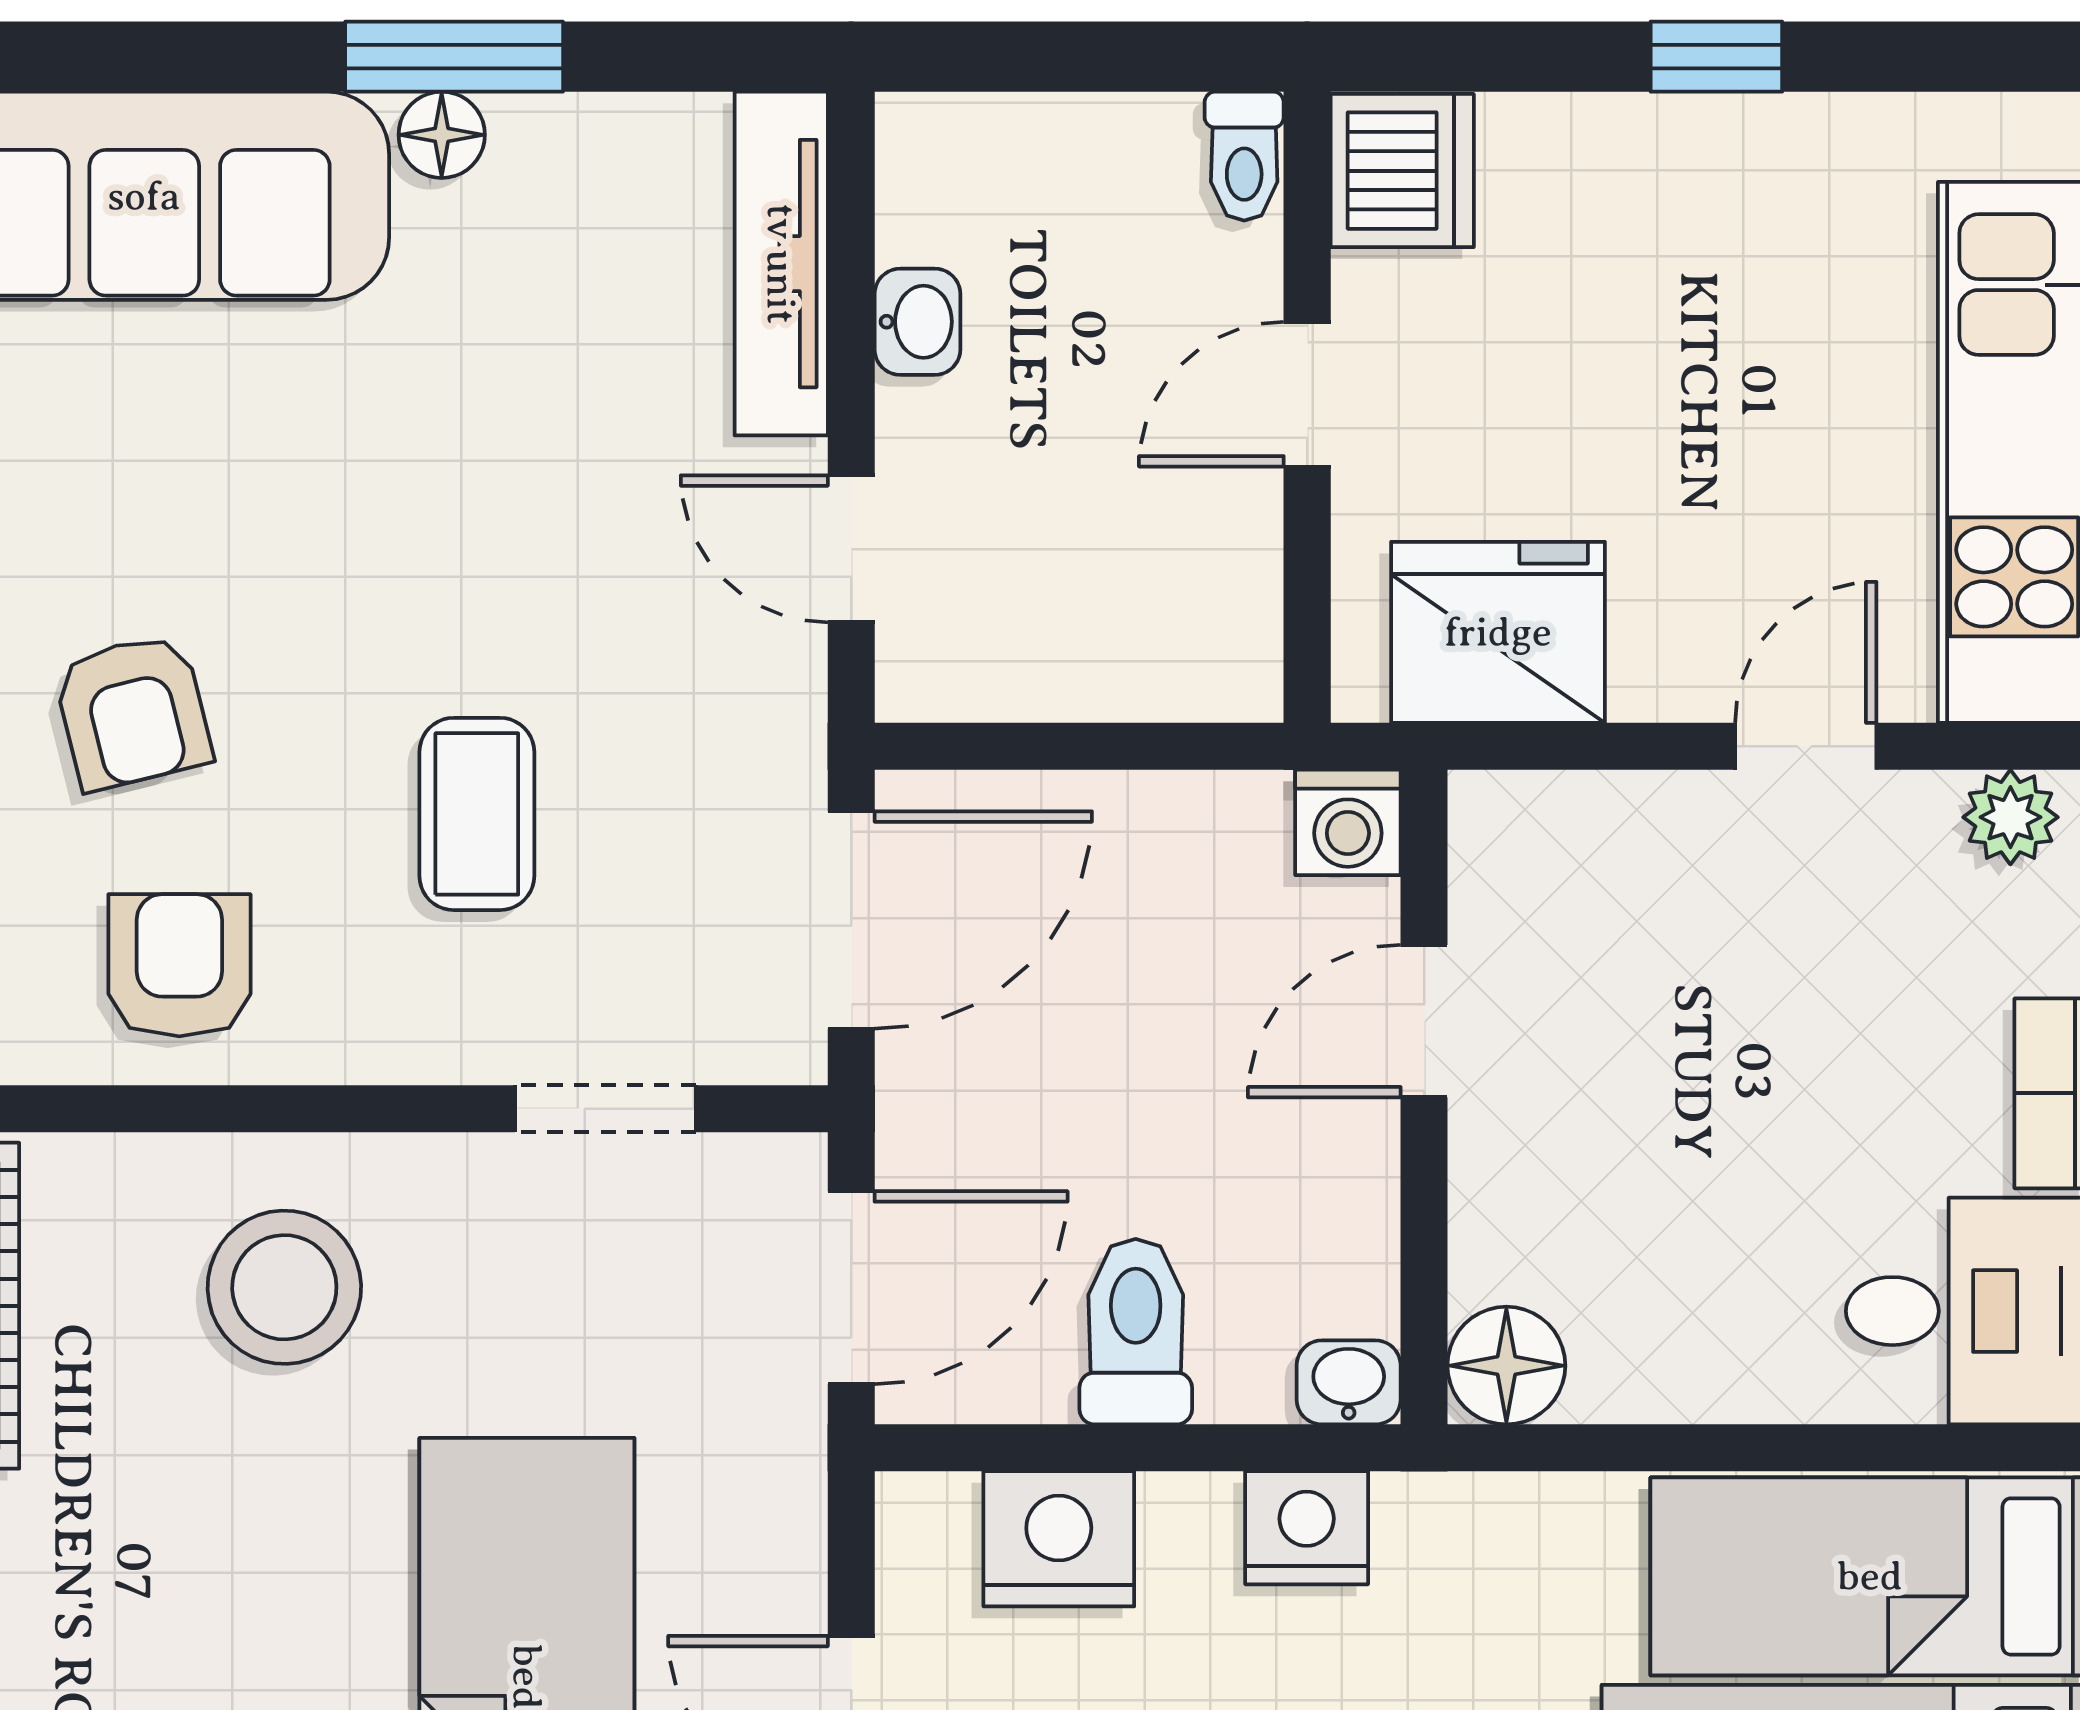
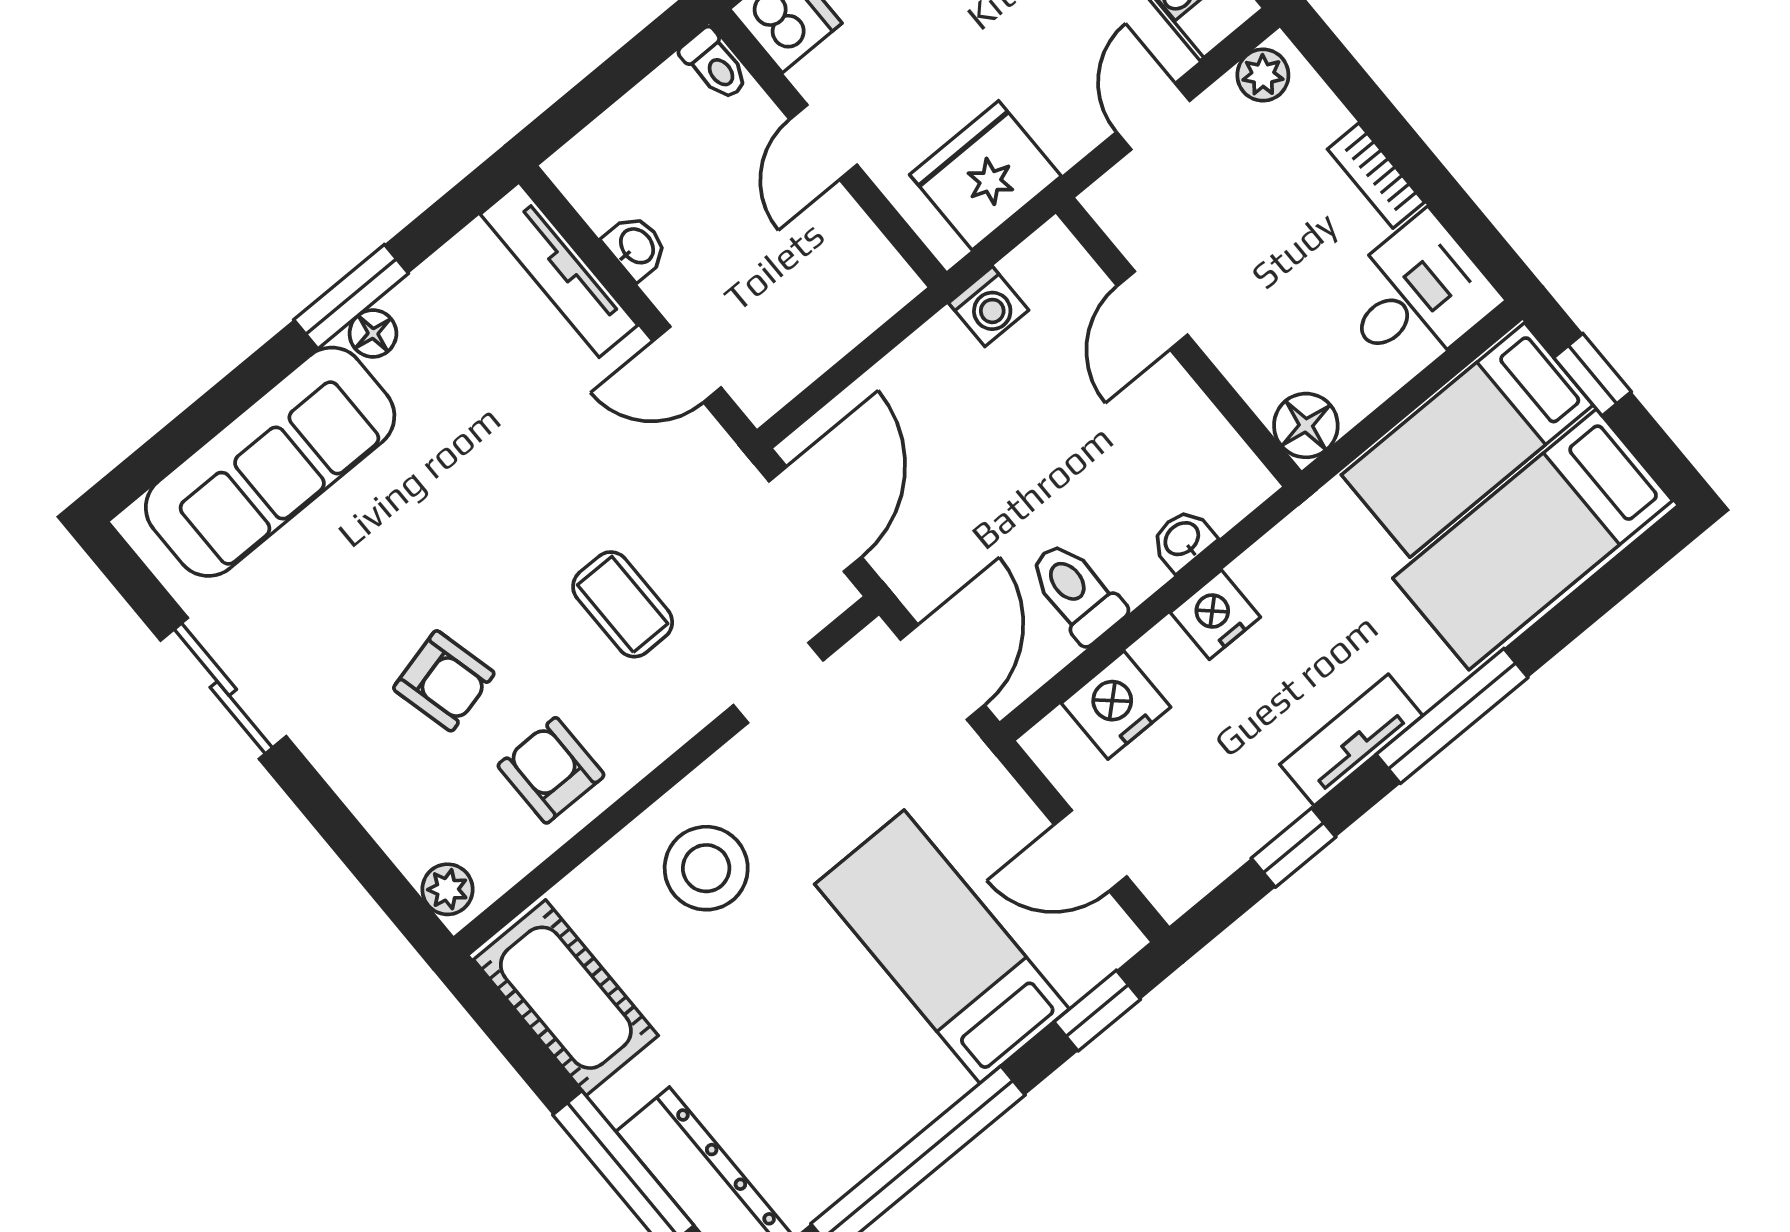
door: (1424, 1021) -> (1152, 310), moved
wall: (1424, 1097) -> (1179, 342), moved
floor lamp: (1506, 1366) -> (1306, 425), moved

